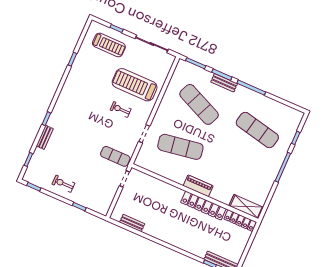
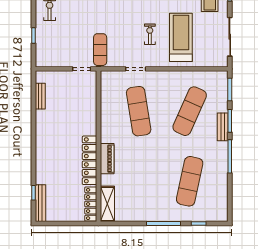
piano: (198, 186) -> (107, 159), moved

